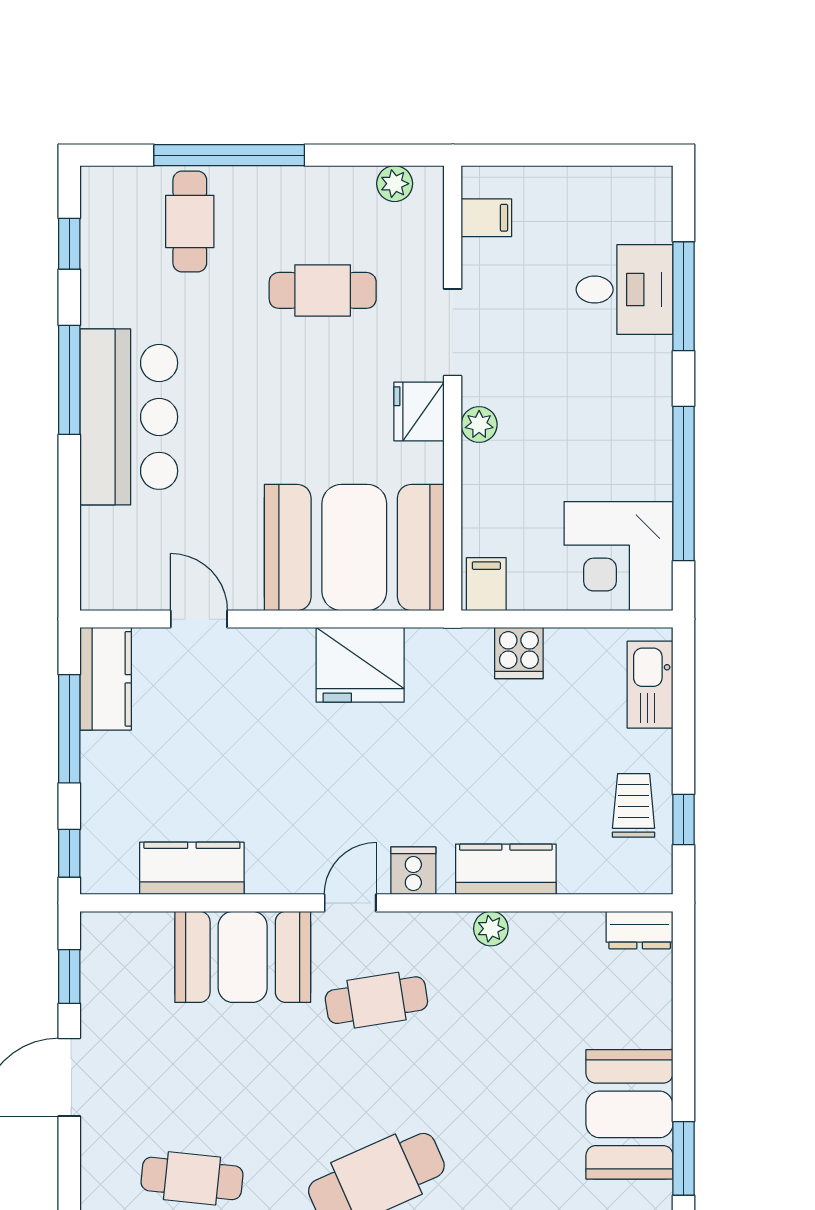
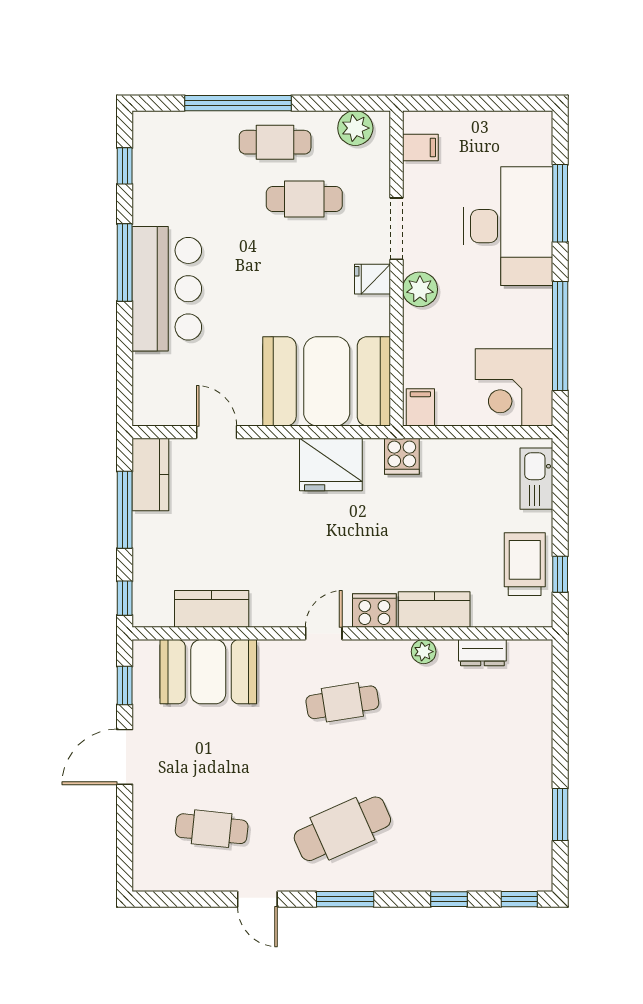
plant: (395, 184) -> (355, 128), width x1.38, depth x1.38
cafe table: (190, 222) -> (275, 142), moved, turned 90
desk: (625, 290) -> (508, 226), width x1.87, depth x1.30
fridge: (419, 411) -> (373, 279), width x0.72
plant: (479, 424) -> (420, 289), width x1.38, depth x1.38
cooker: (519, 653) -> (402, 456), moved
trolley: (634, 805) -> (525, 564), width x1.36, depth x1.39
cooker: (413, 871) -> (374, 610), width x1.36
dresser: (640, 930) -> (482, 653), moved
booth: (243, 957) -> (208, 672), moved
booth: (629, 1114) -> (522, 783), removed

